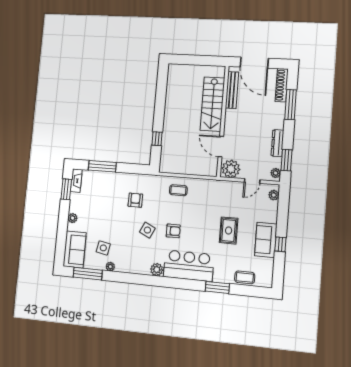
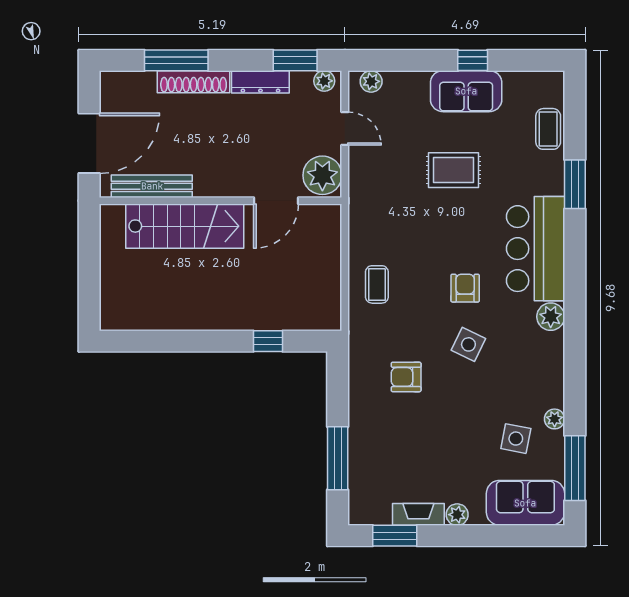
shoe rack: (282, 85) -> (194, 82), moved
fireplace: (76, 181) -> (418, 514), moved

